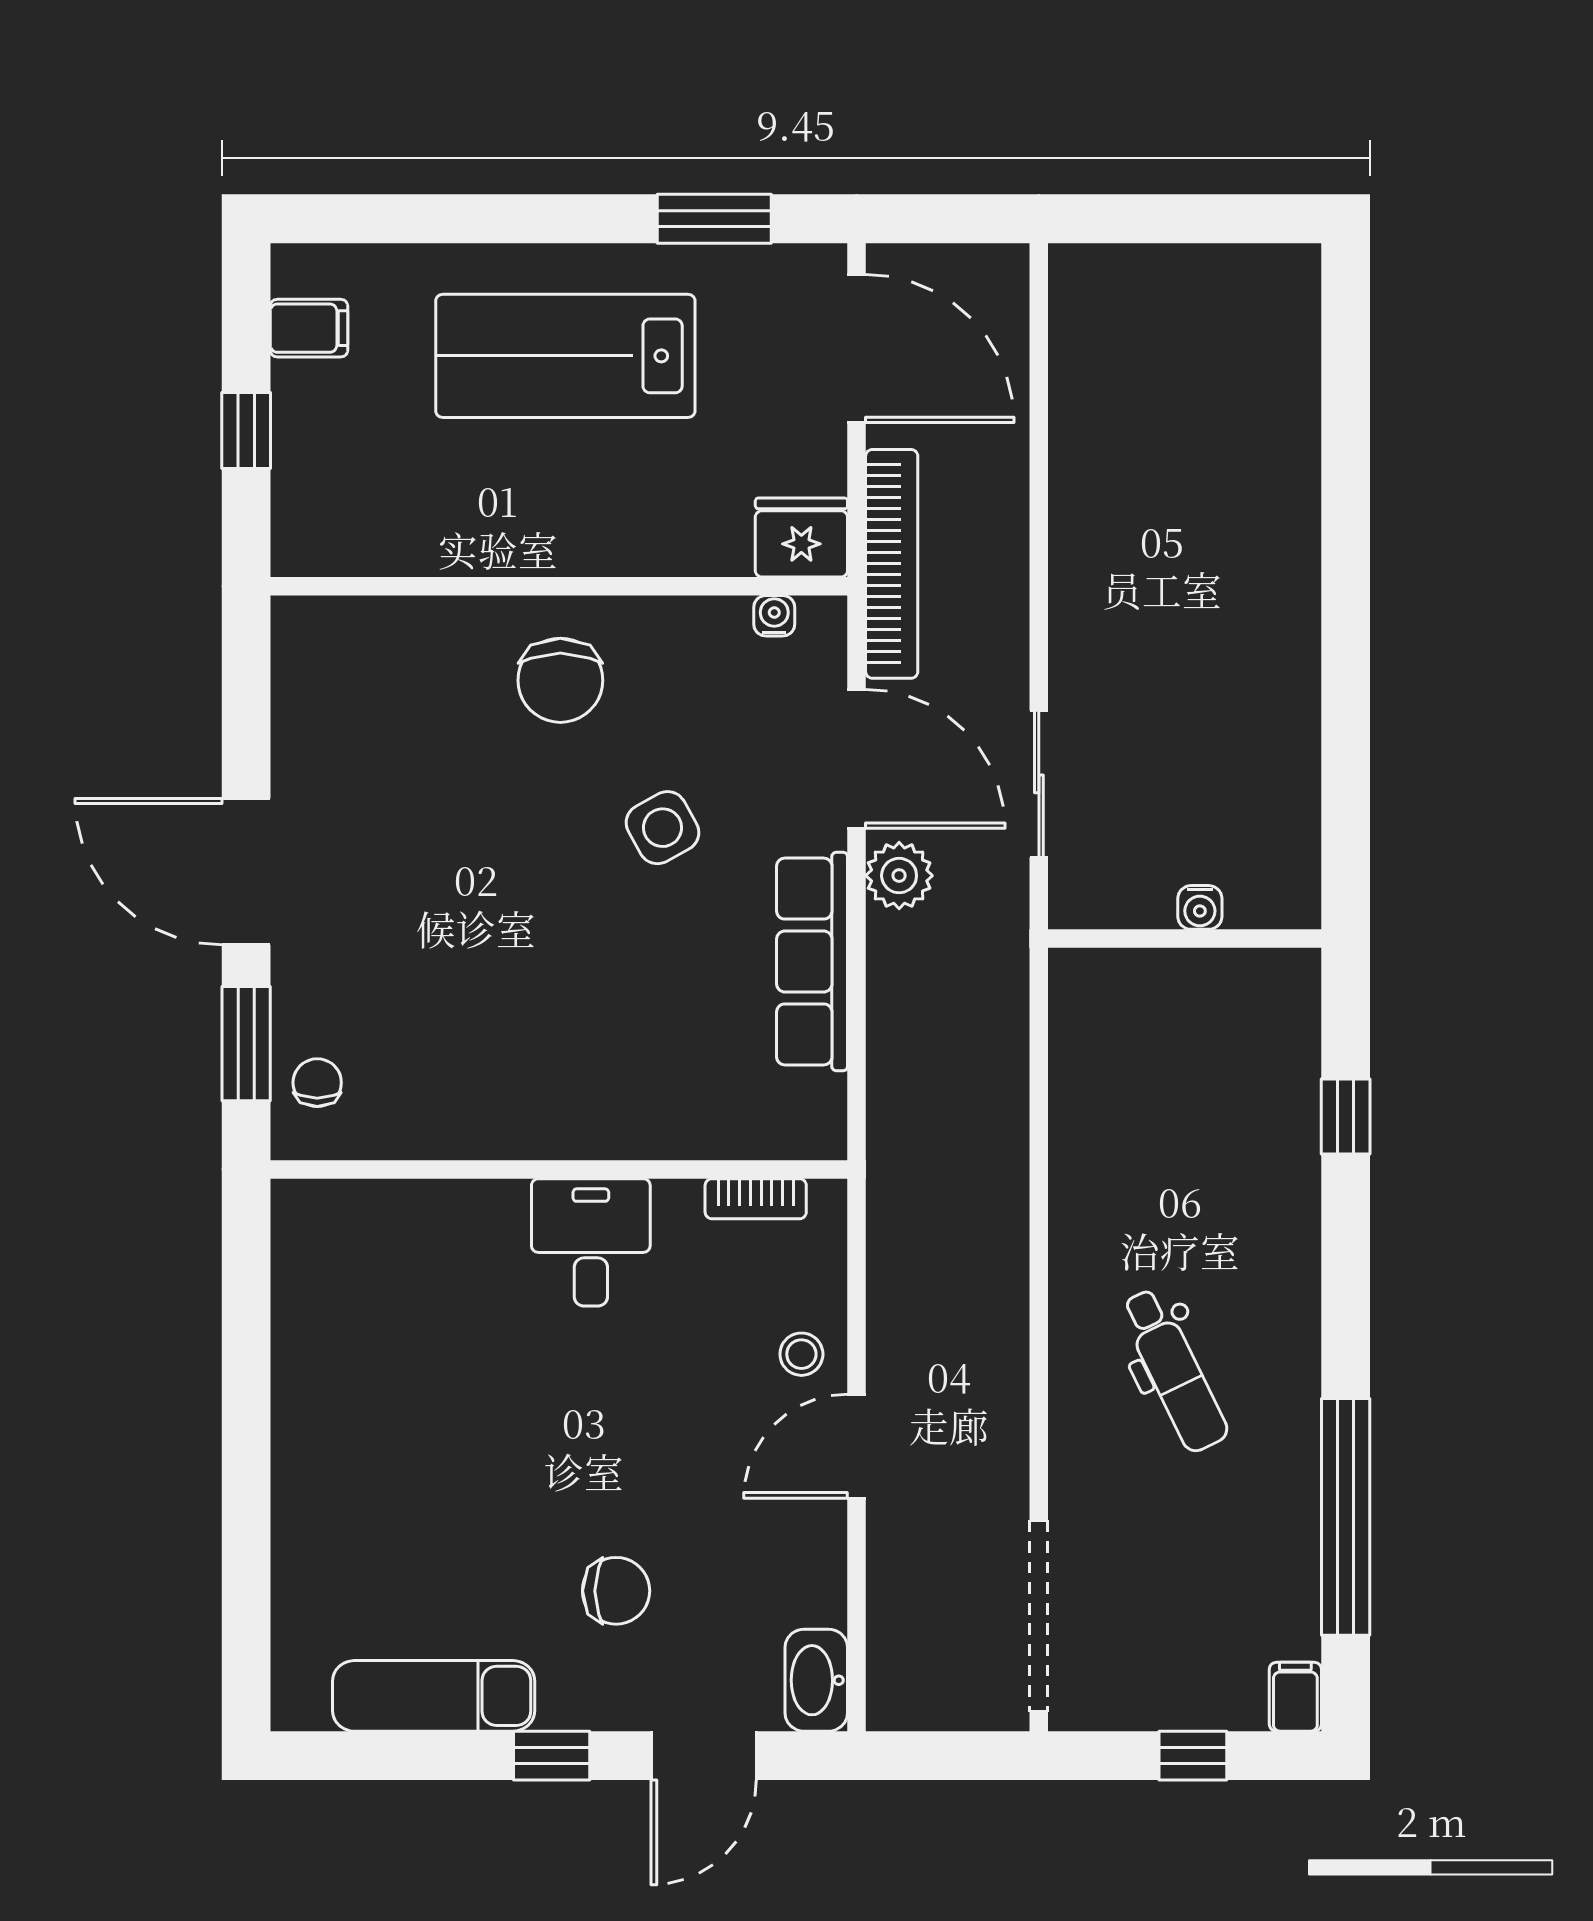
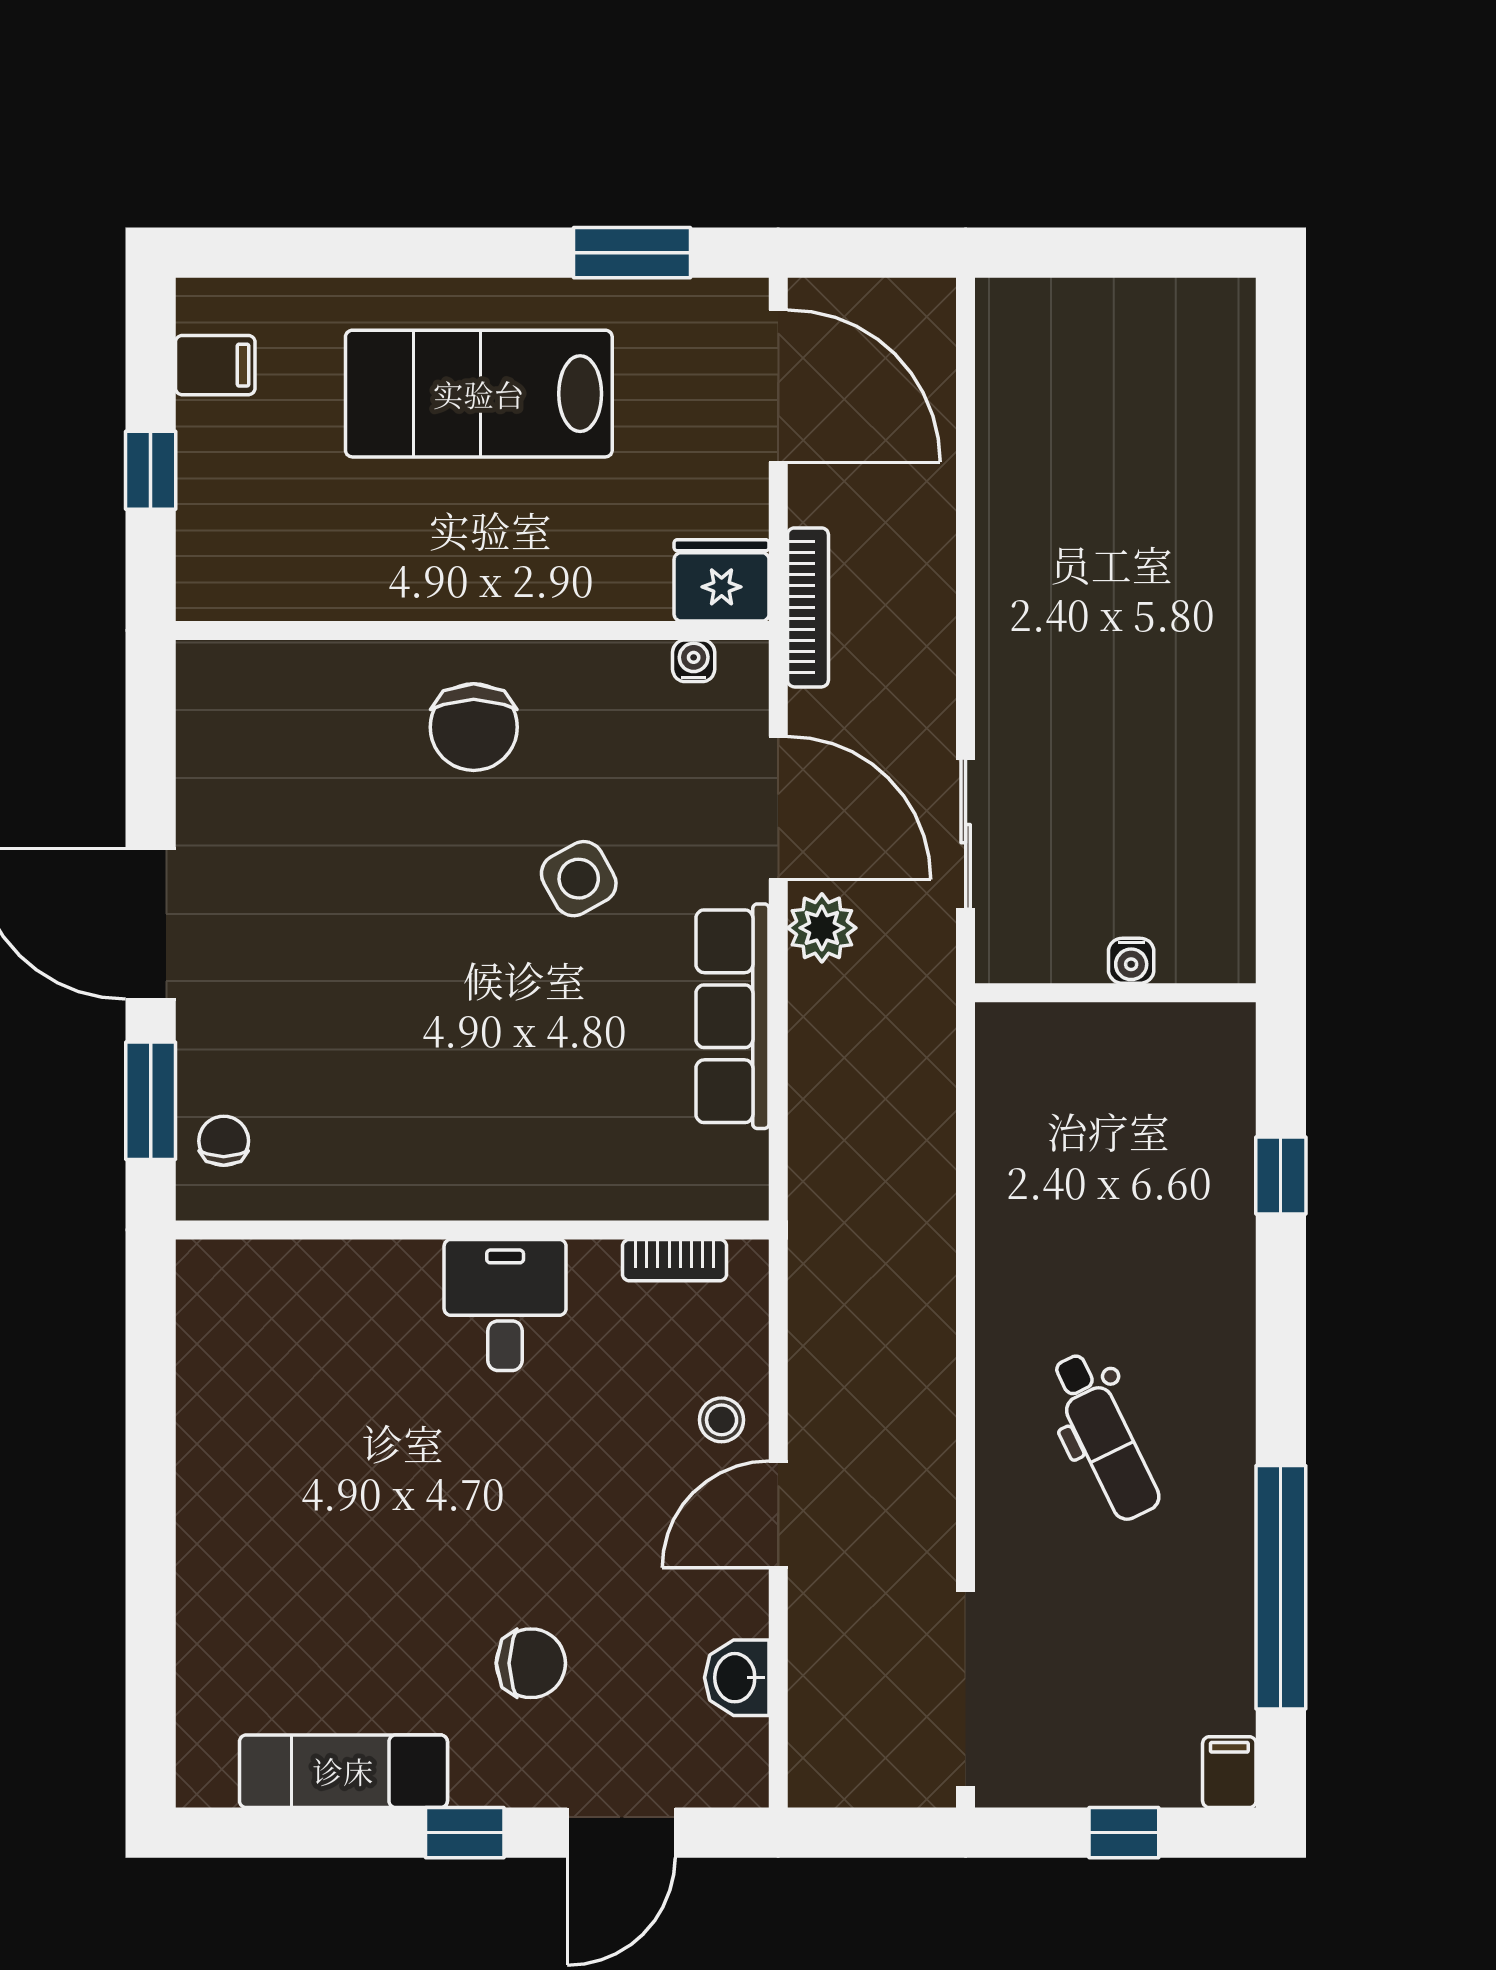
bookcase: (892, 564) -> (808, 607), width x0.68, depth x0.76
washbasin: (816, 1680) -> (737, 1678), moved, width x0.72

